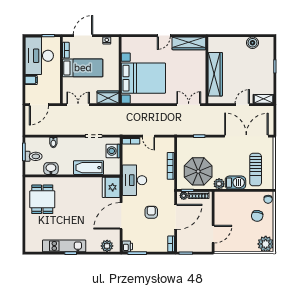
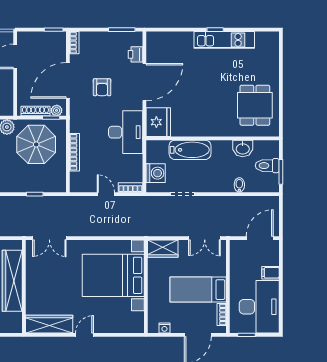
plant: (107, 246) -> (164, 40), removed
printer: (127, 246) -> (135, 54), moved

